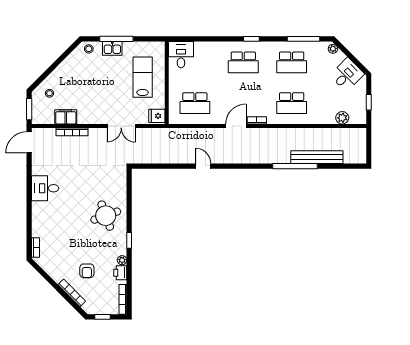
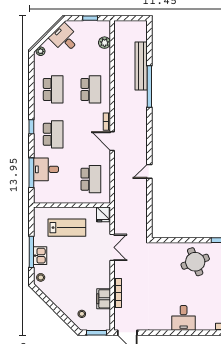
window: (304, 39) -> (31, 173), moved
desk: (181, 55) -> (46, 169), moved
lab bench: (143, 77) -> (67, 228), turned 180
desk: (45, 188) -> (184, 318), moved

